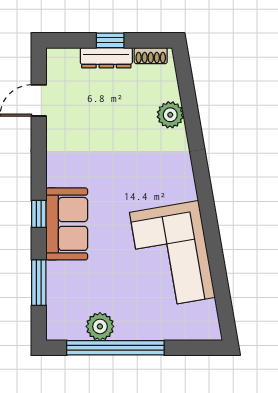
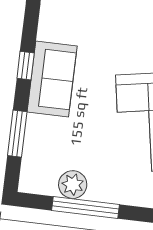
window: (115, 348) -> (86, 207), width x0.68

